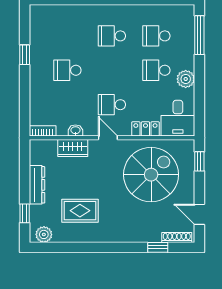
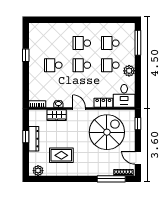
school desk: (112, 105) -> (82, 65), moved
window: (25, 213) -> (26, 137), moved
window: (158, 247) -> (111, 179), width x2.17

